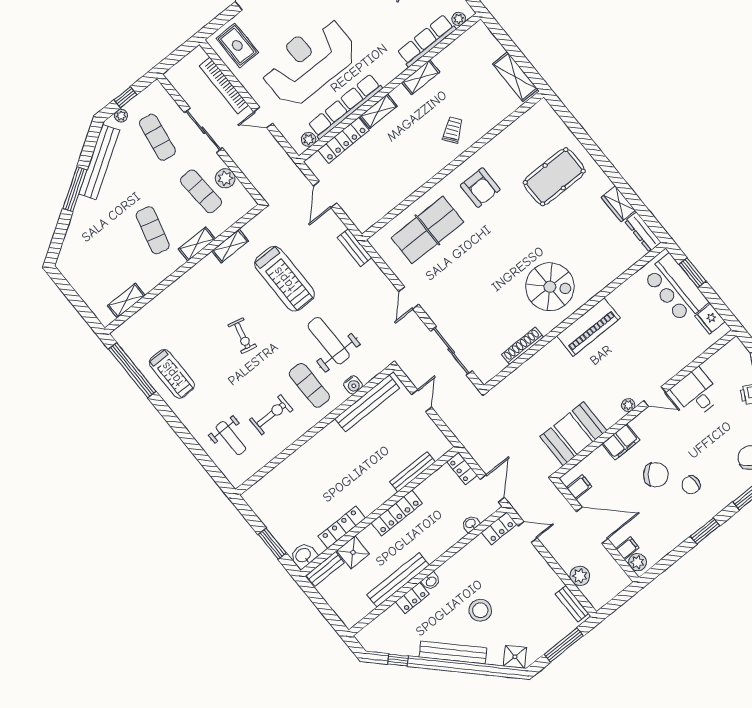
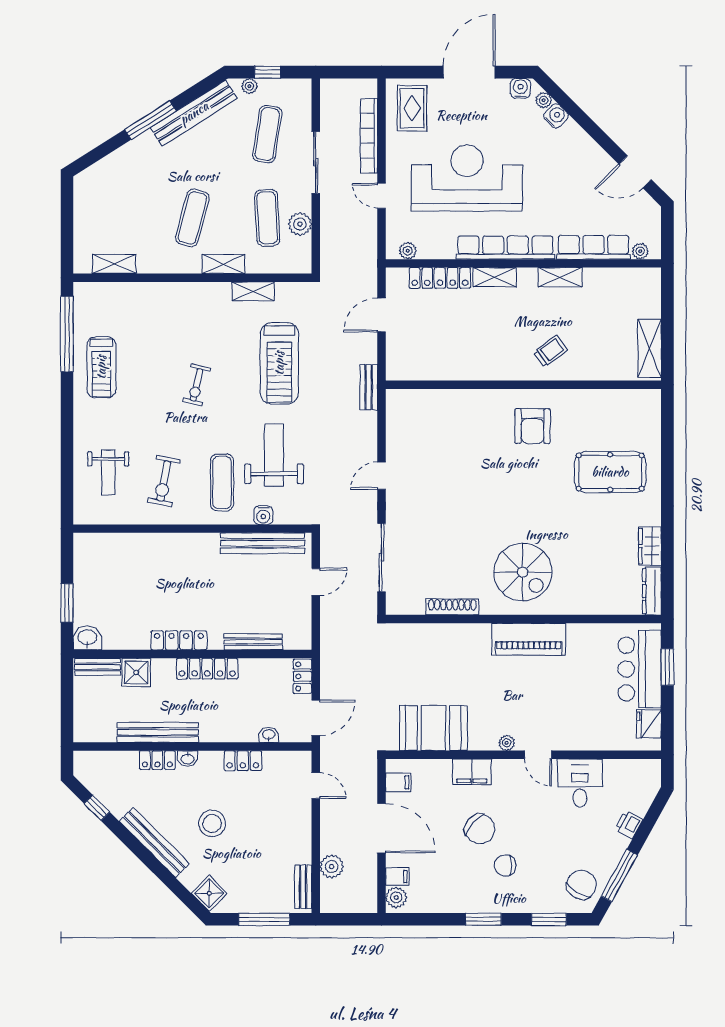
row of seats: (345, 106) -> (505, 248), moved
table tennis table: (427, 230) -> (451, 426), removed
exercise bike: (271, 415) -> (164, 481), turned 101
locker: (342, 527) -> (179, 640), moved
locker: (499, 528) -> (243, 761), moved

